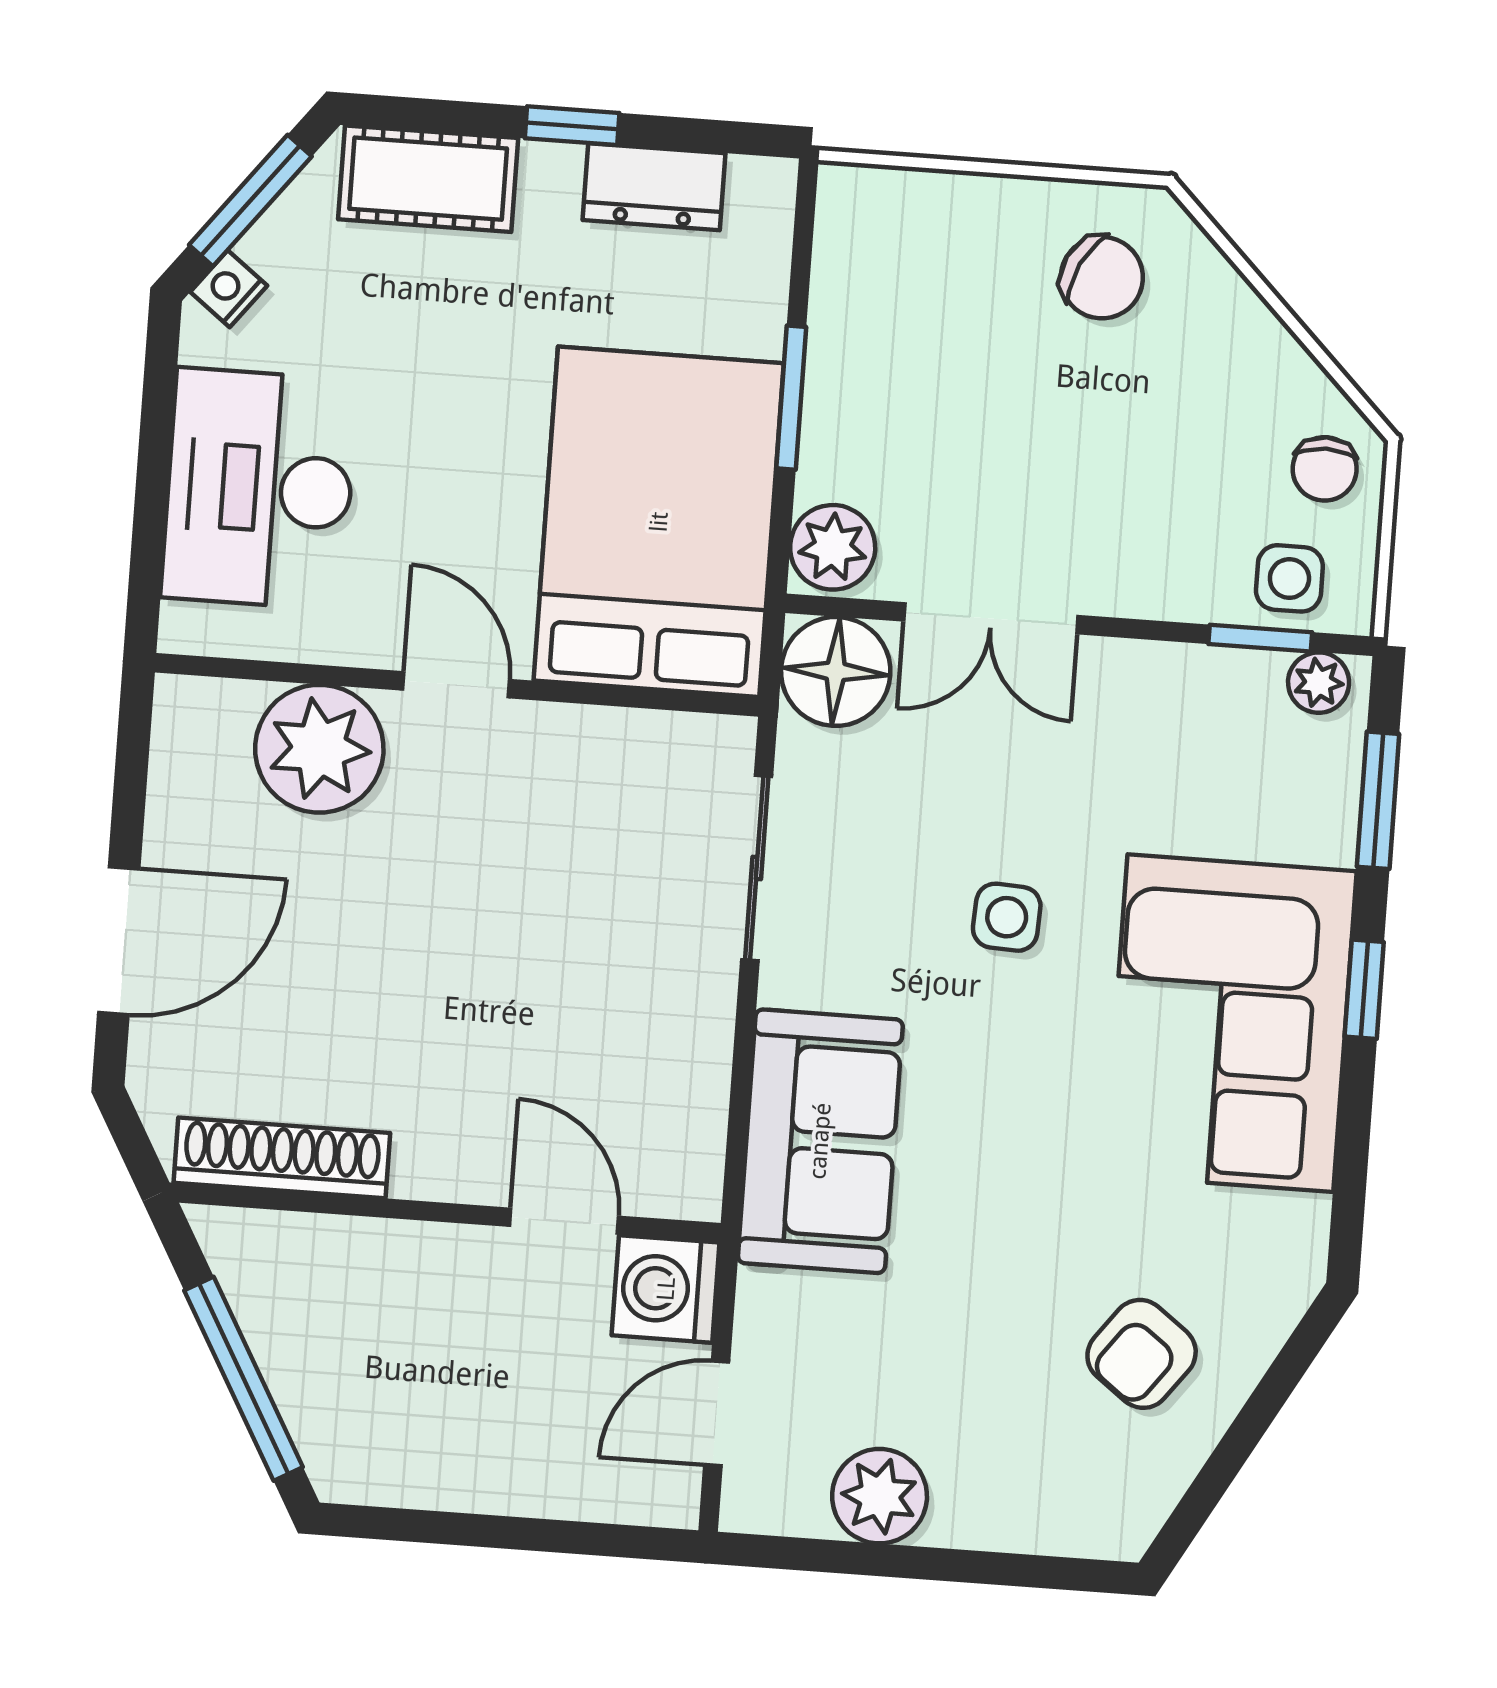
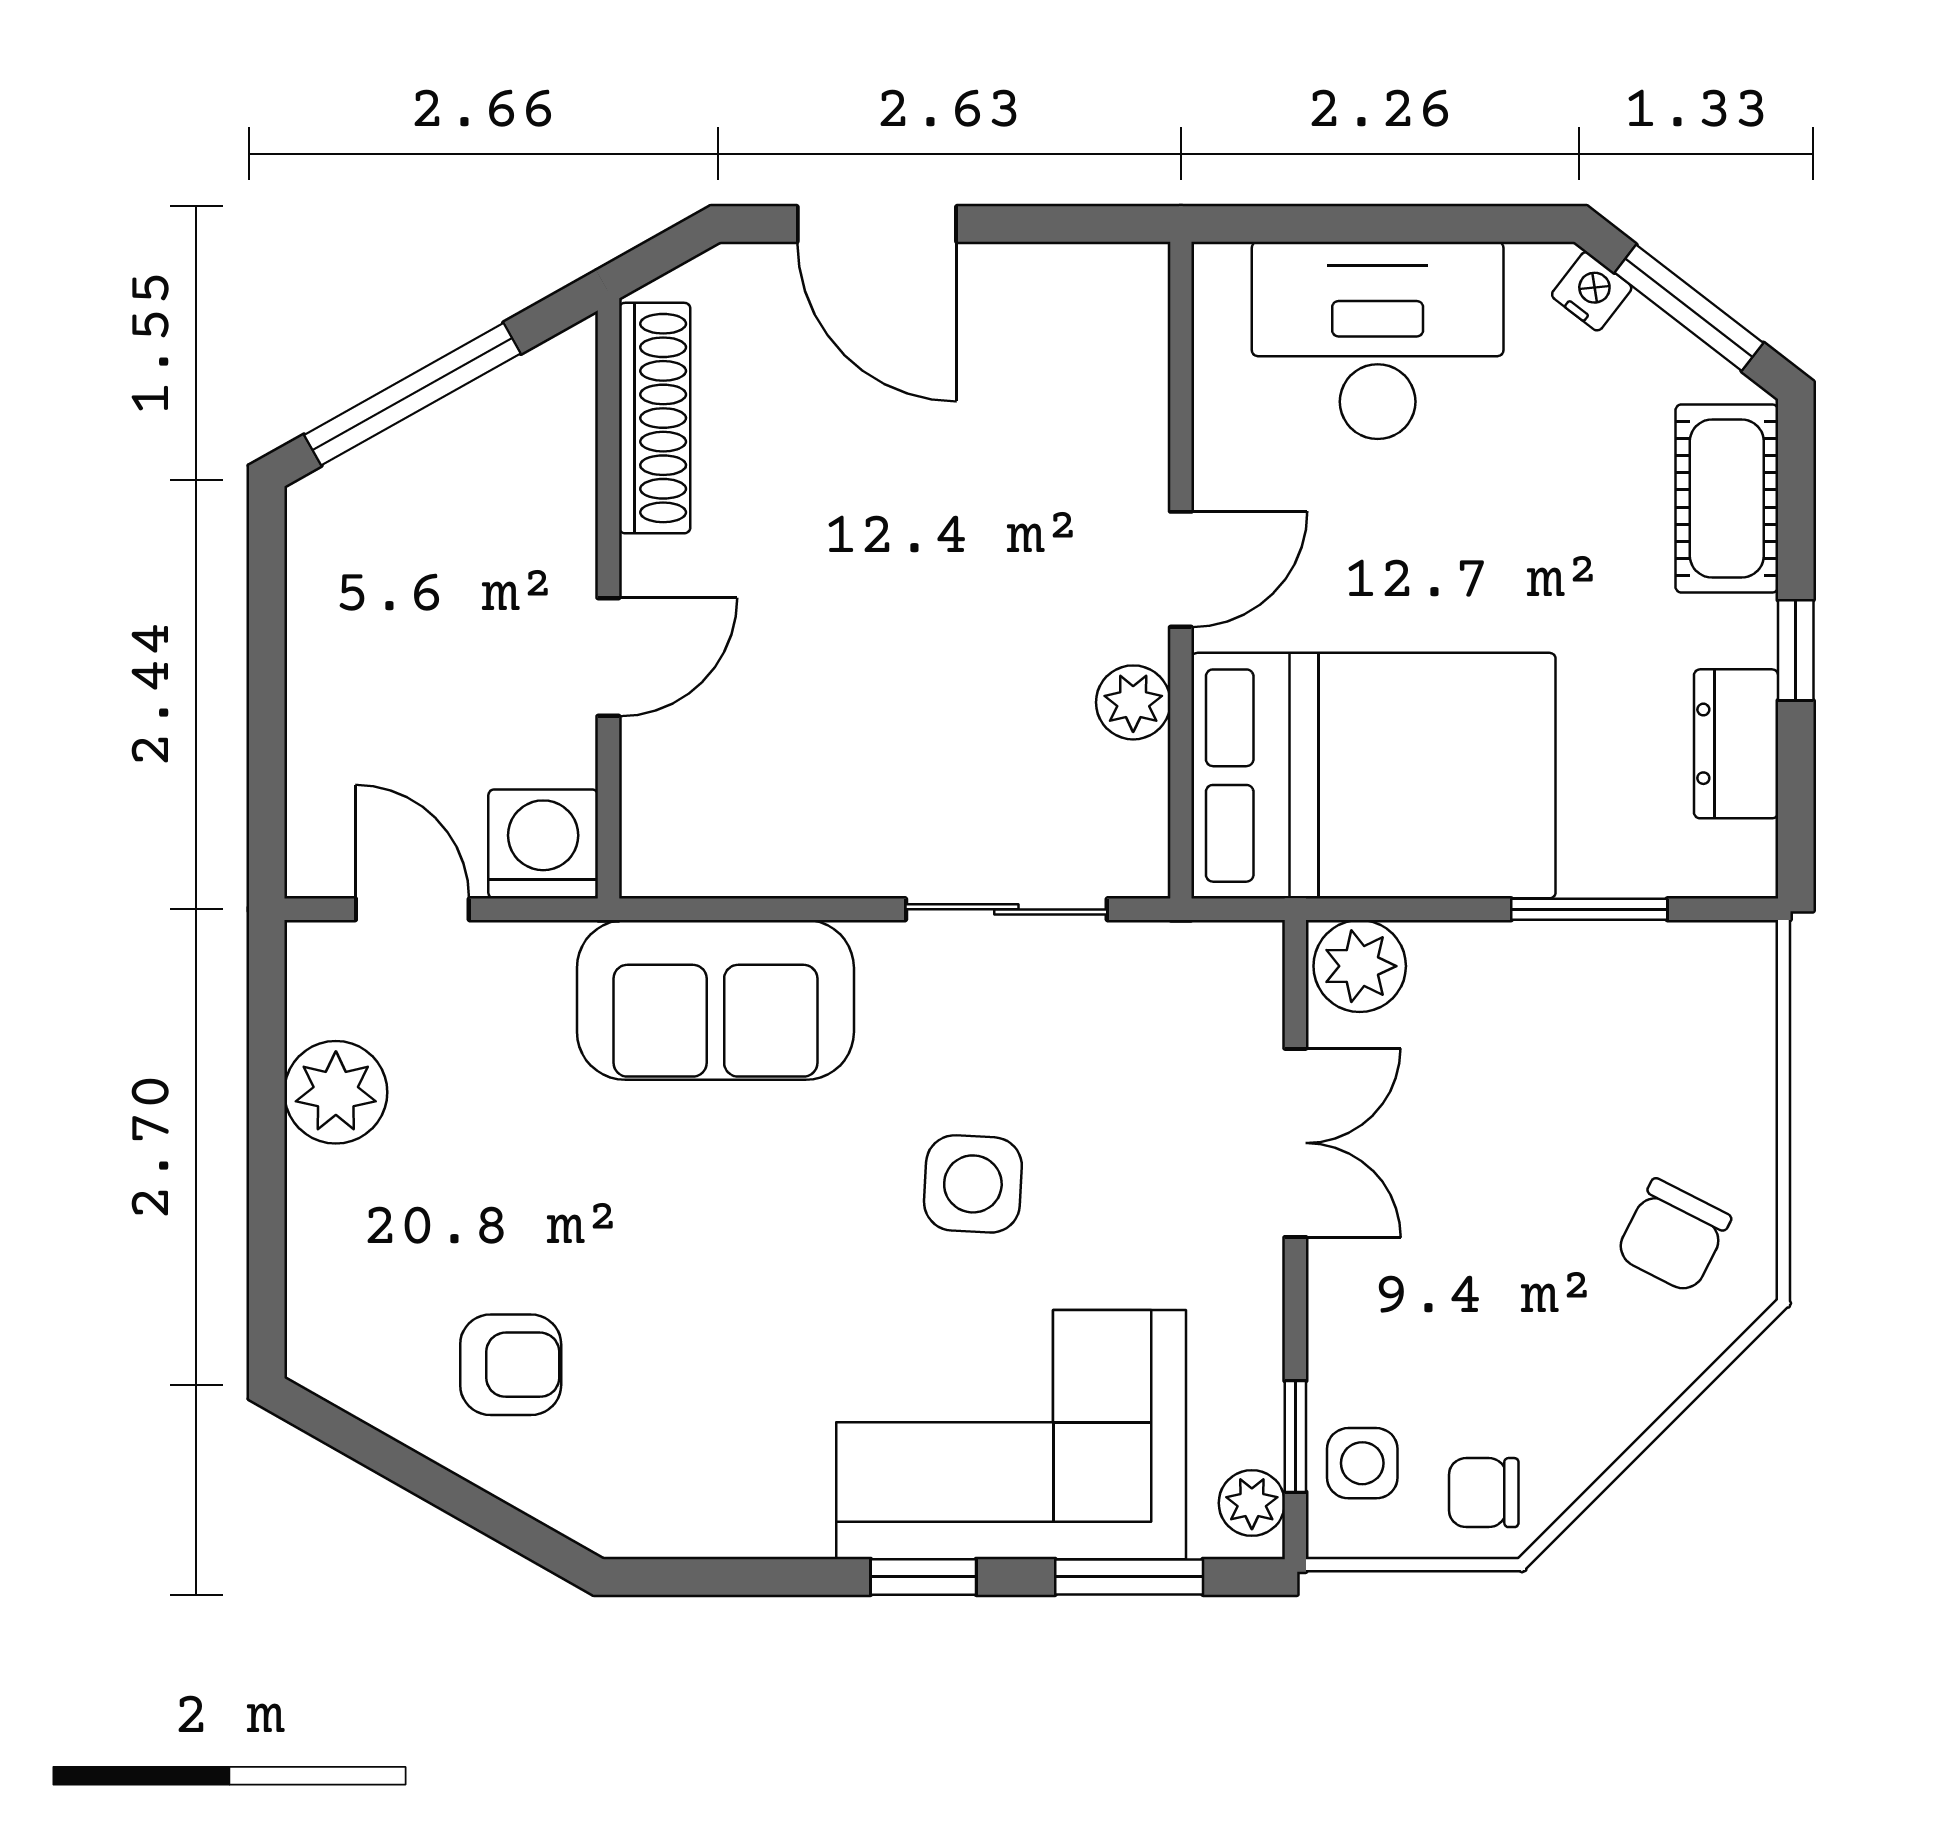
window: (791, 398) -> (1589, 909), moved
double door: (991, 618) -> (1295, 1143), swing flipped
floor lamp: (836, 671) -> (1225, 979), removed
plant: (319, 749) -> (1133, 702), moved, width x0.53, depth x0.53
side table: (1007, 917) -> (973, 1184), width x1.37, depth x1.37
corner sofa: (1230, 1023) -> (1011, 1435), moved
door: (564, 1221) -> (608, 657), moved
armchair: (1142, 1354) -> (511, 1365), turned 143

